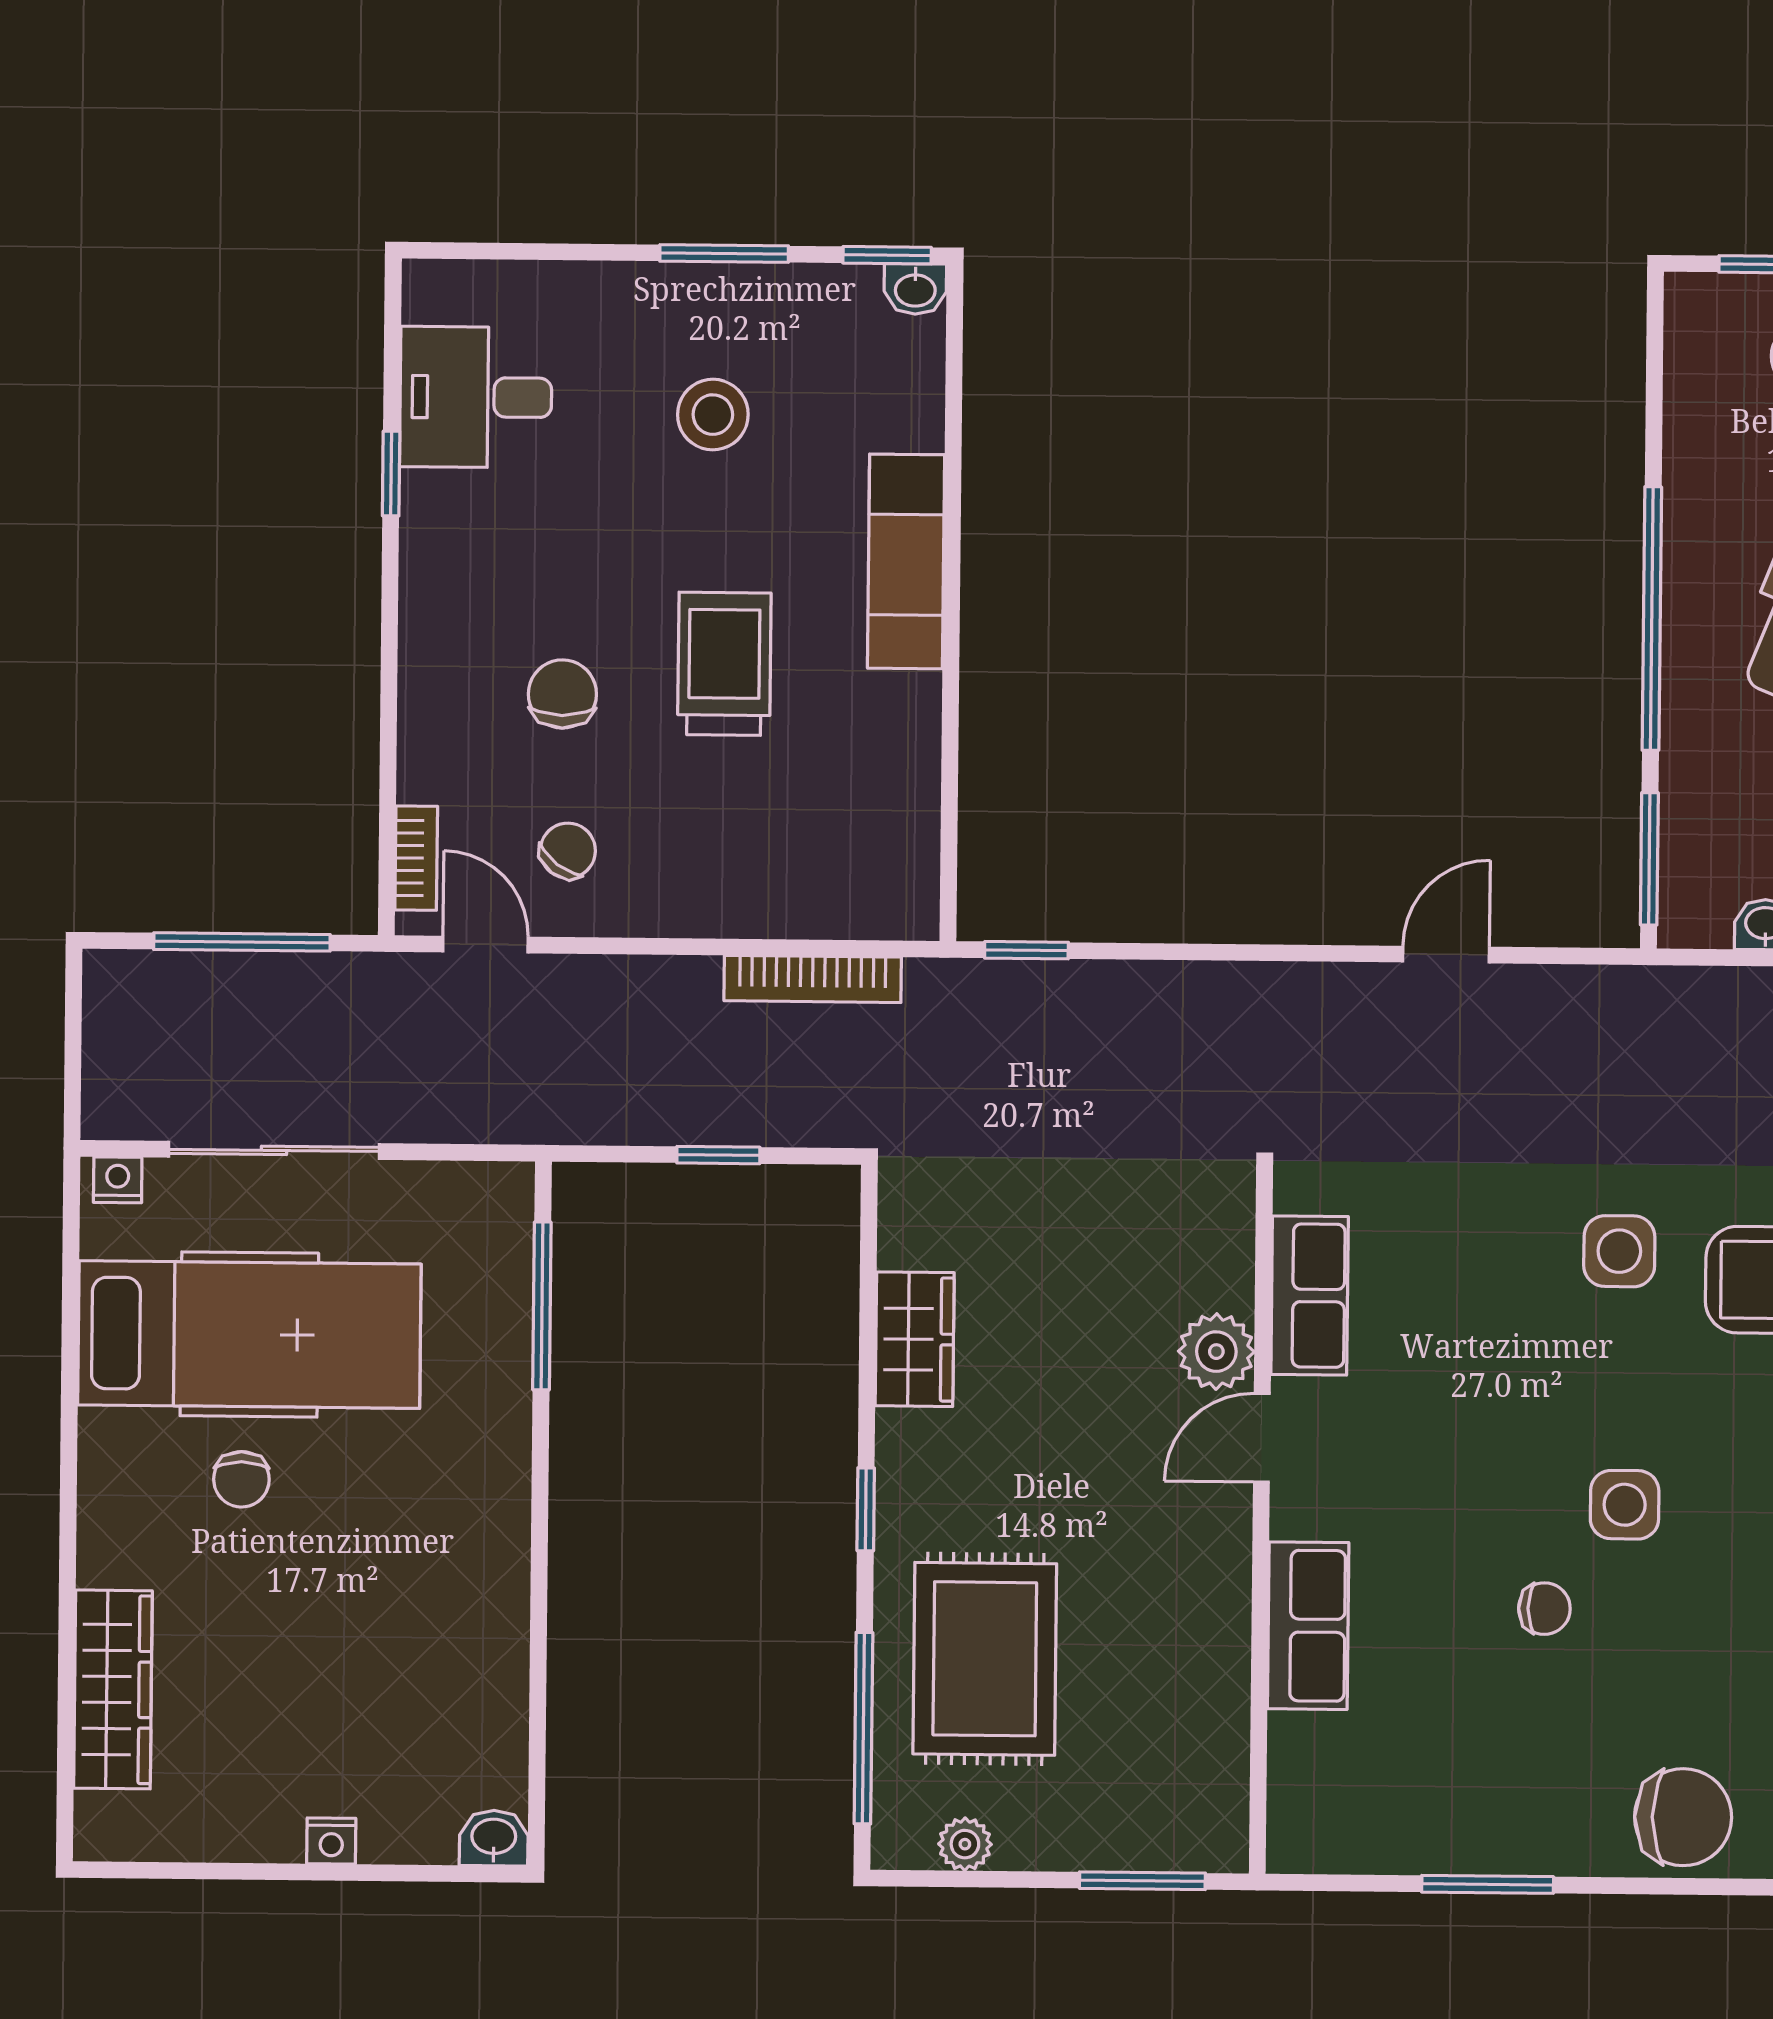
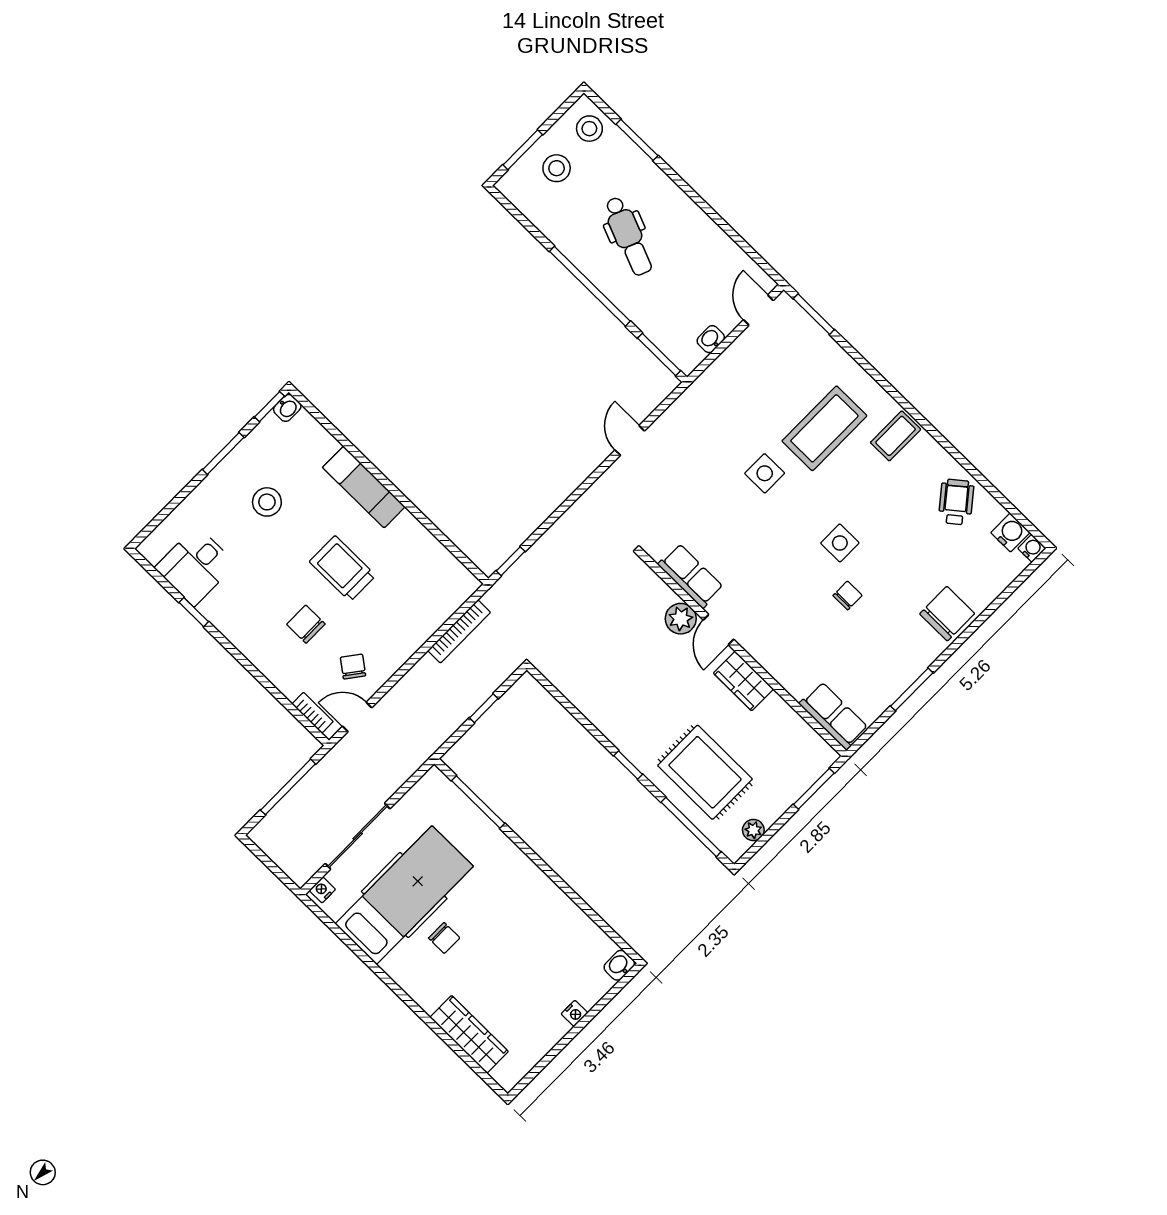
wardrobe: (915, 1339) -> (743, 681), moved, turned 180
row of seats: (1308, 1626) -> (834, 716), moved

